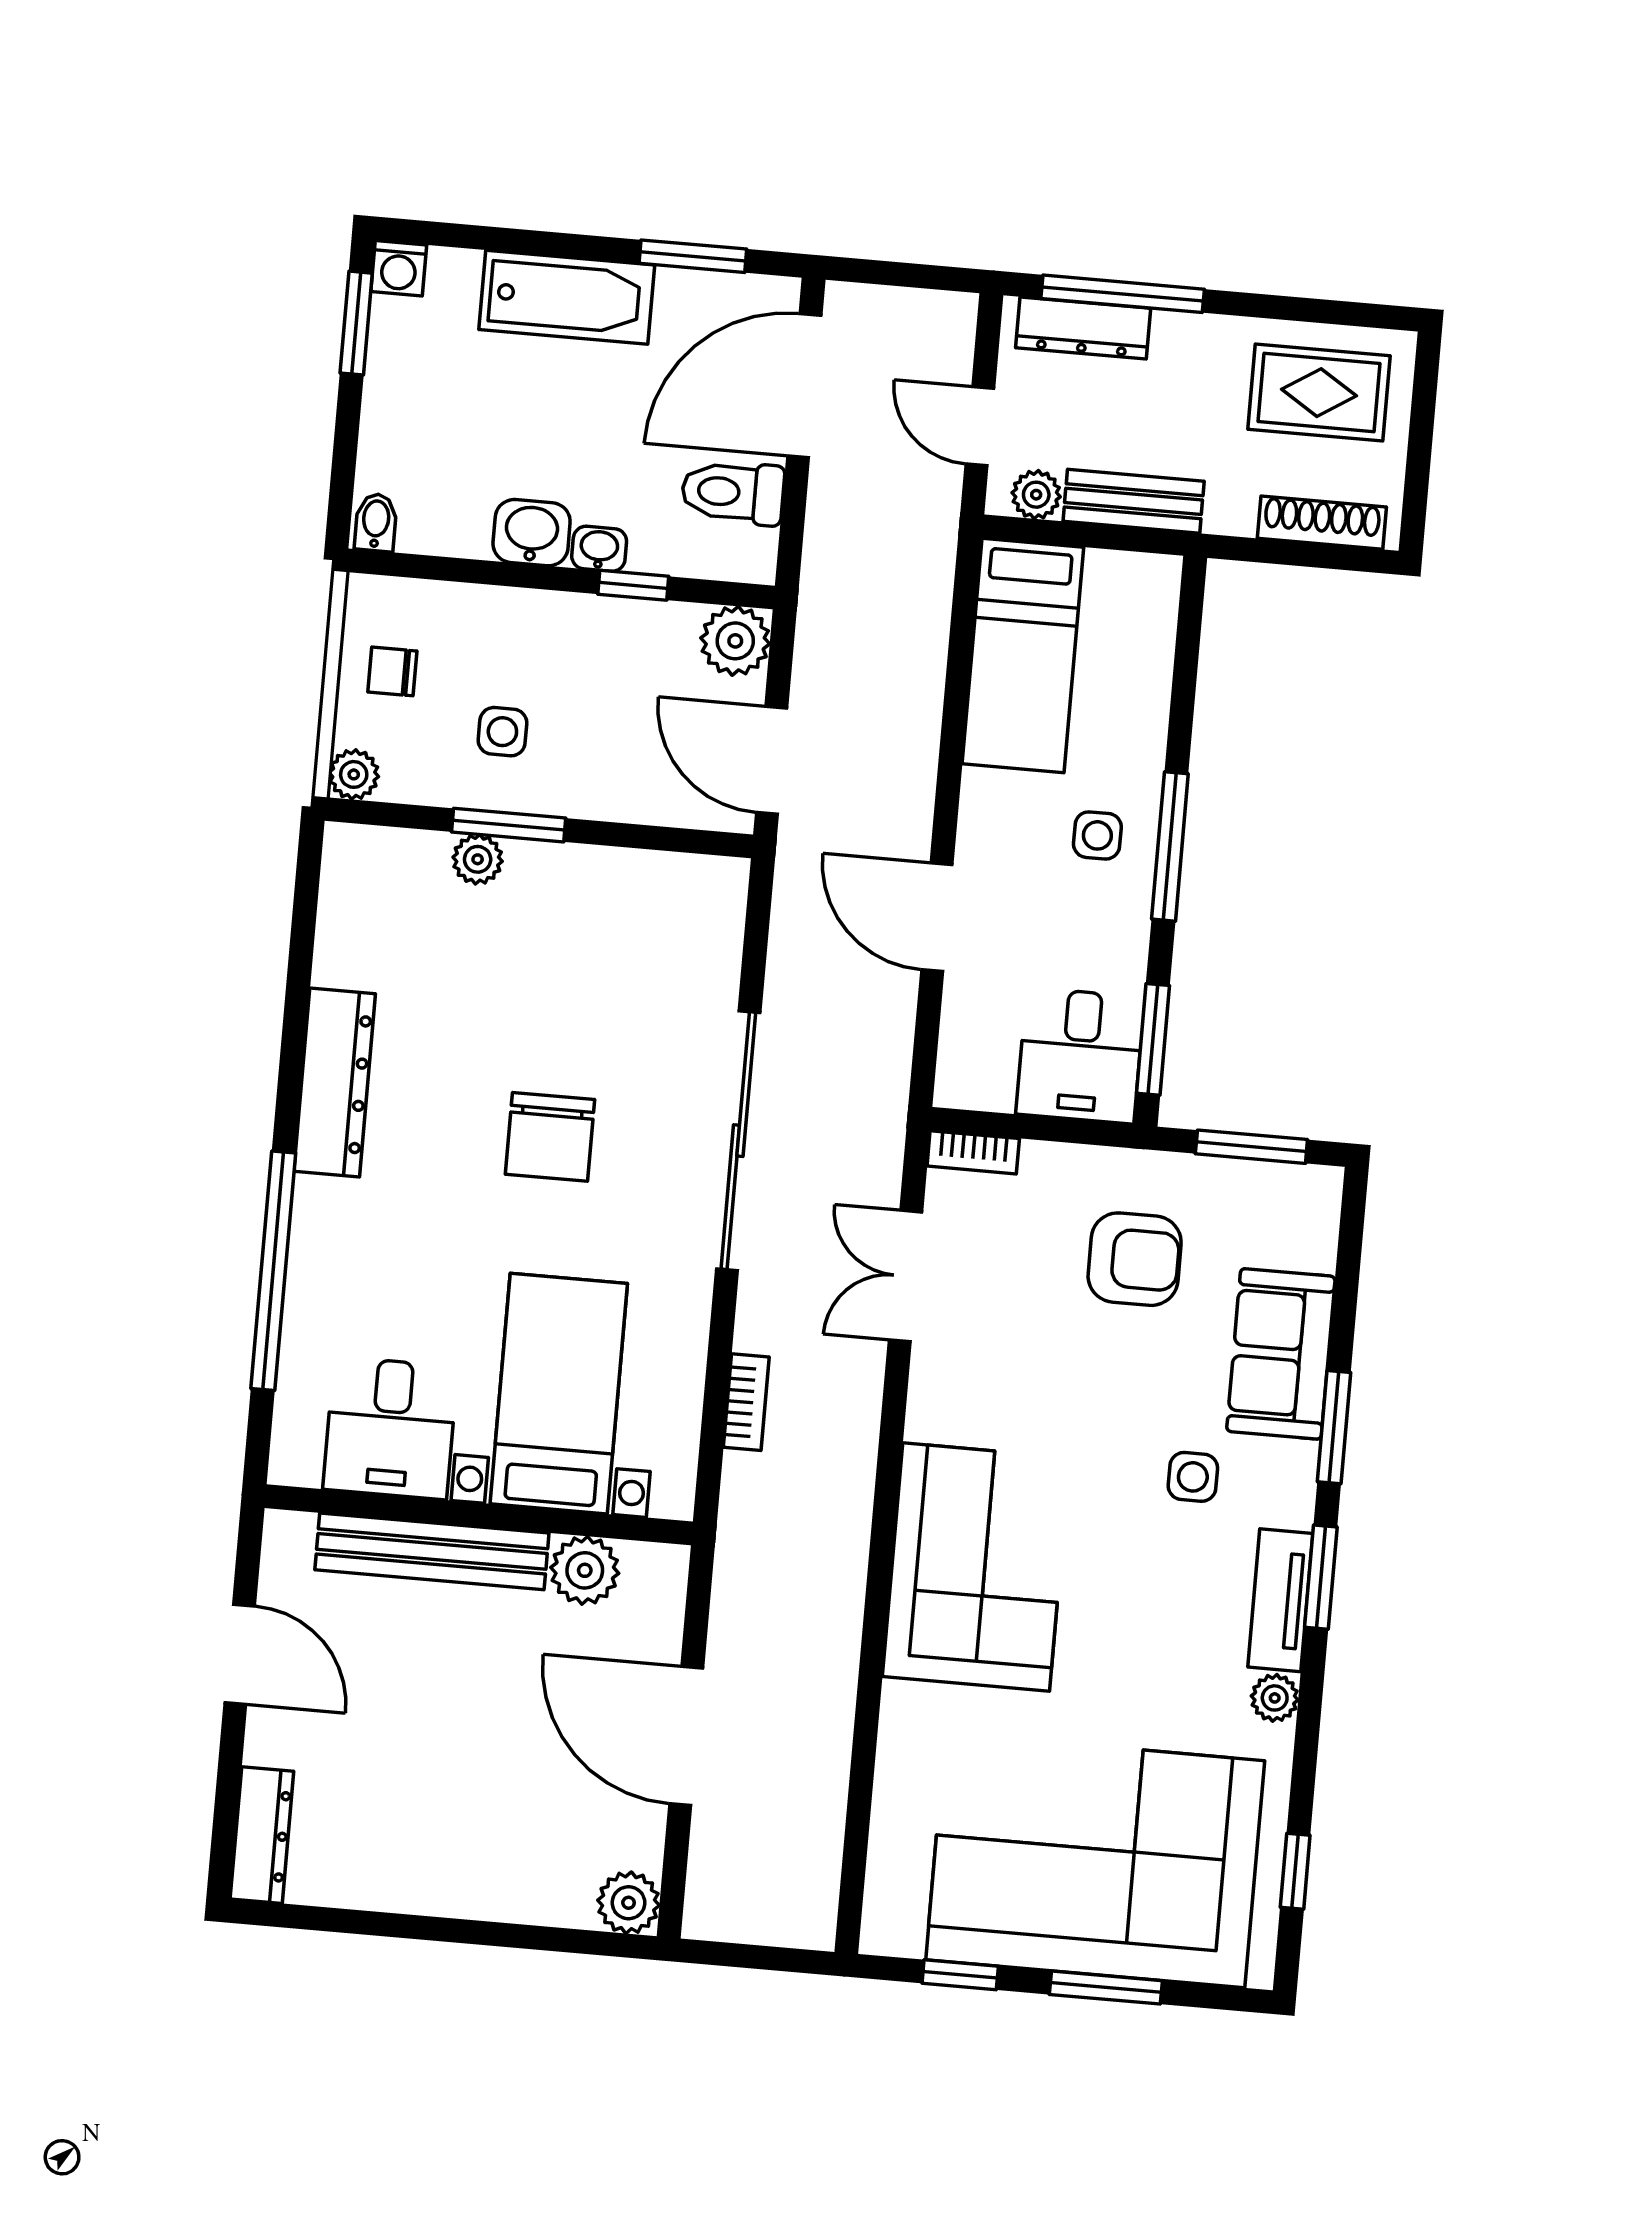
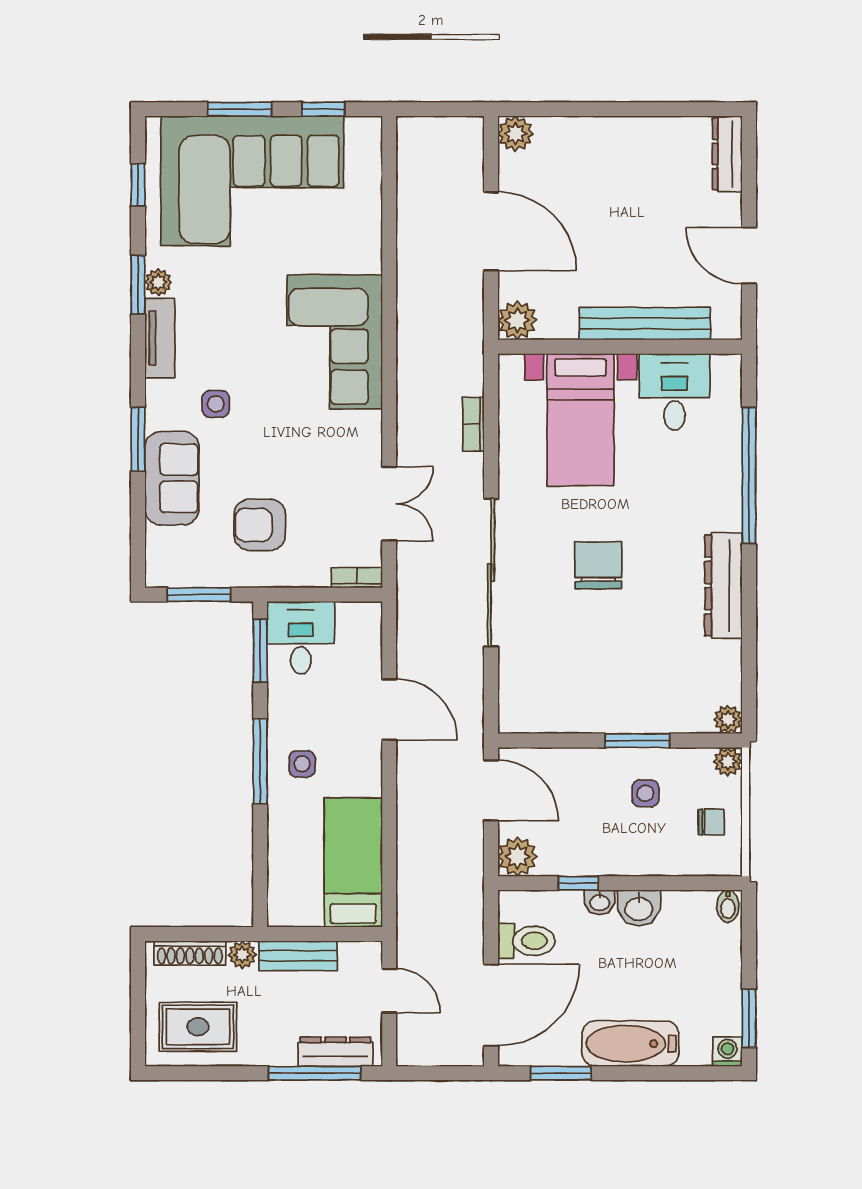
plant: (1036, 495) -> (242, 955), moved
plant: (478, 859) -> (728, 719), moved
plant: (585, 1570) -> (517, 320), moved
window: (1321, 1577) -> (138, 285), moved

